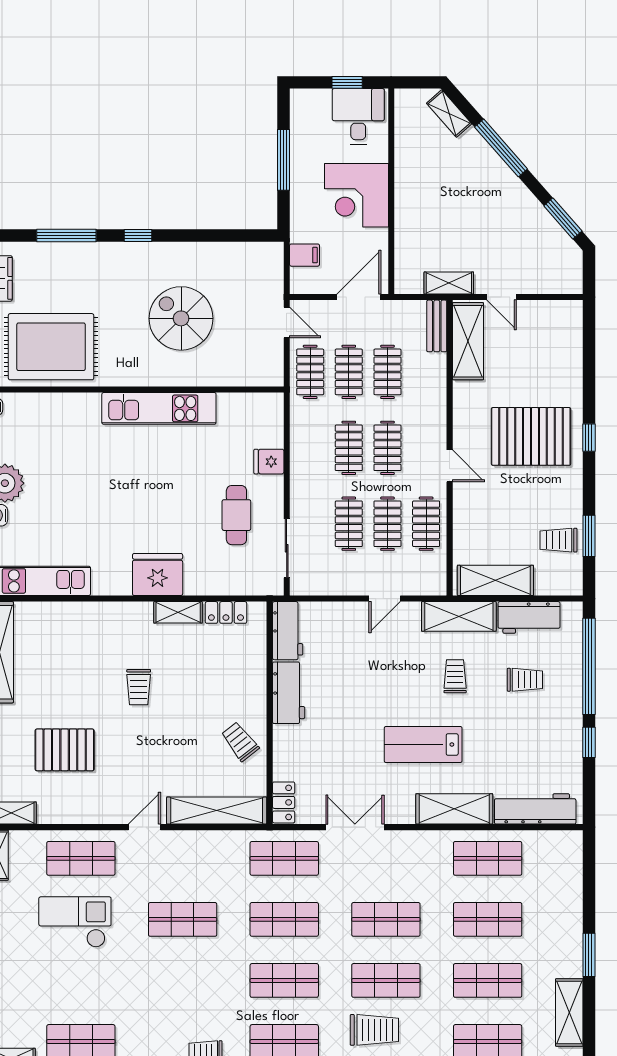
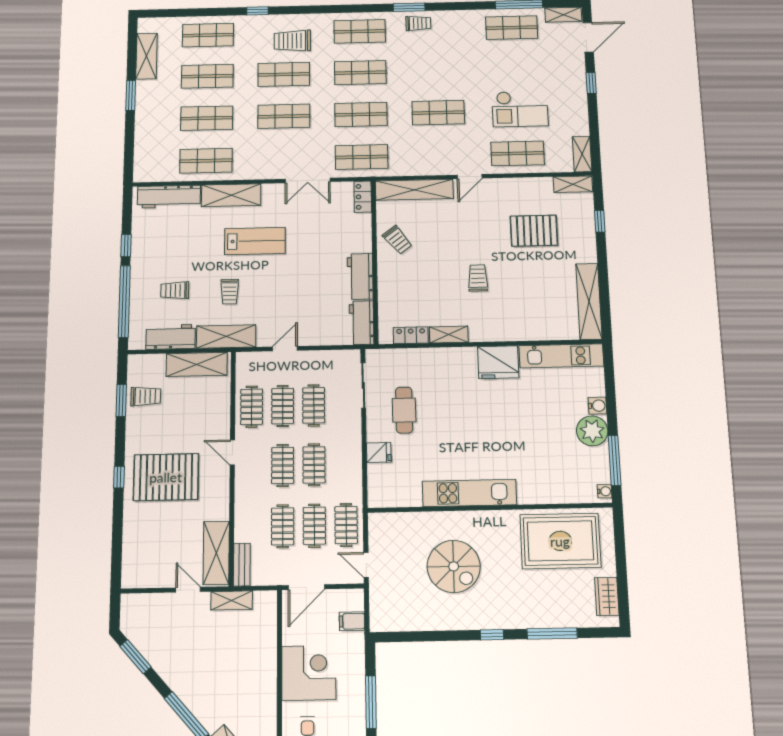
fridge: (158, 575) -> (498, 362), moved

